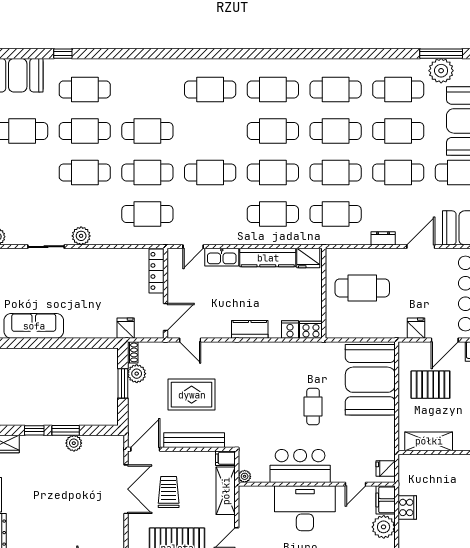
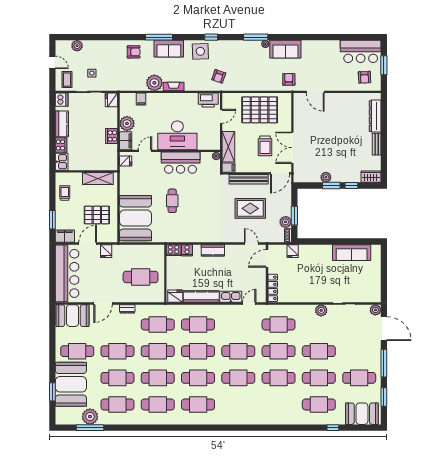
cafe table: (210, 89) -> (238, 378), moved

